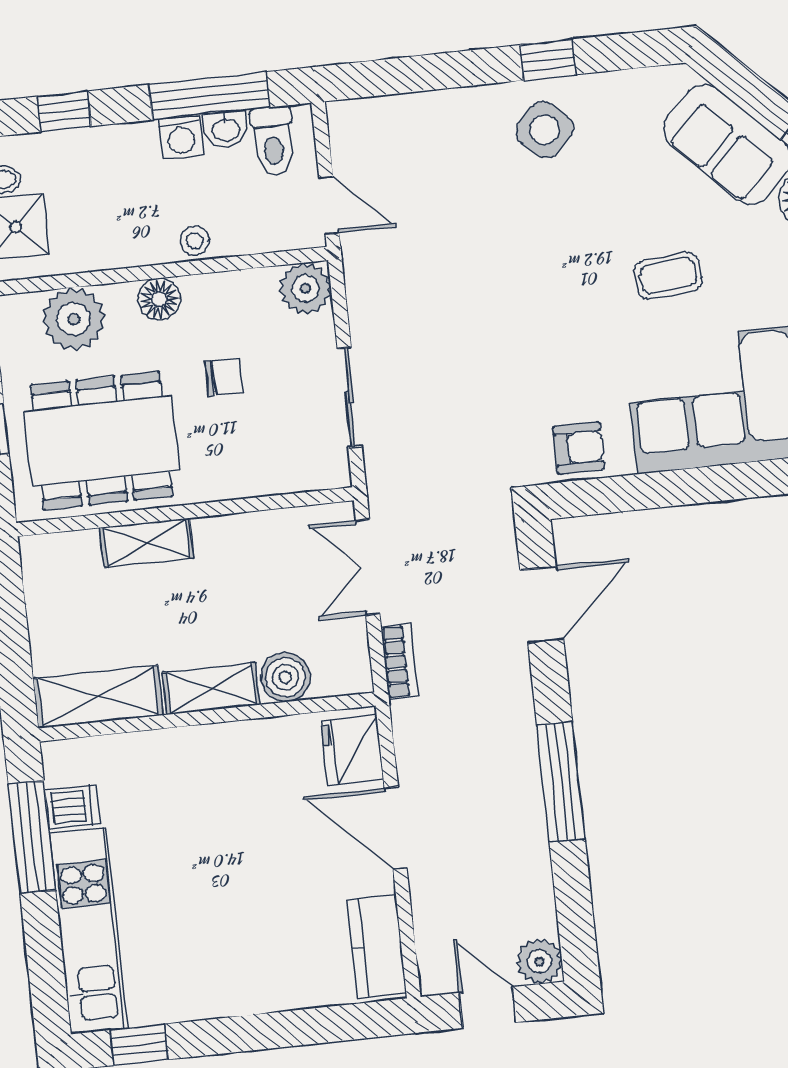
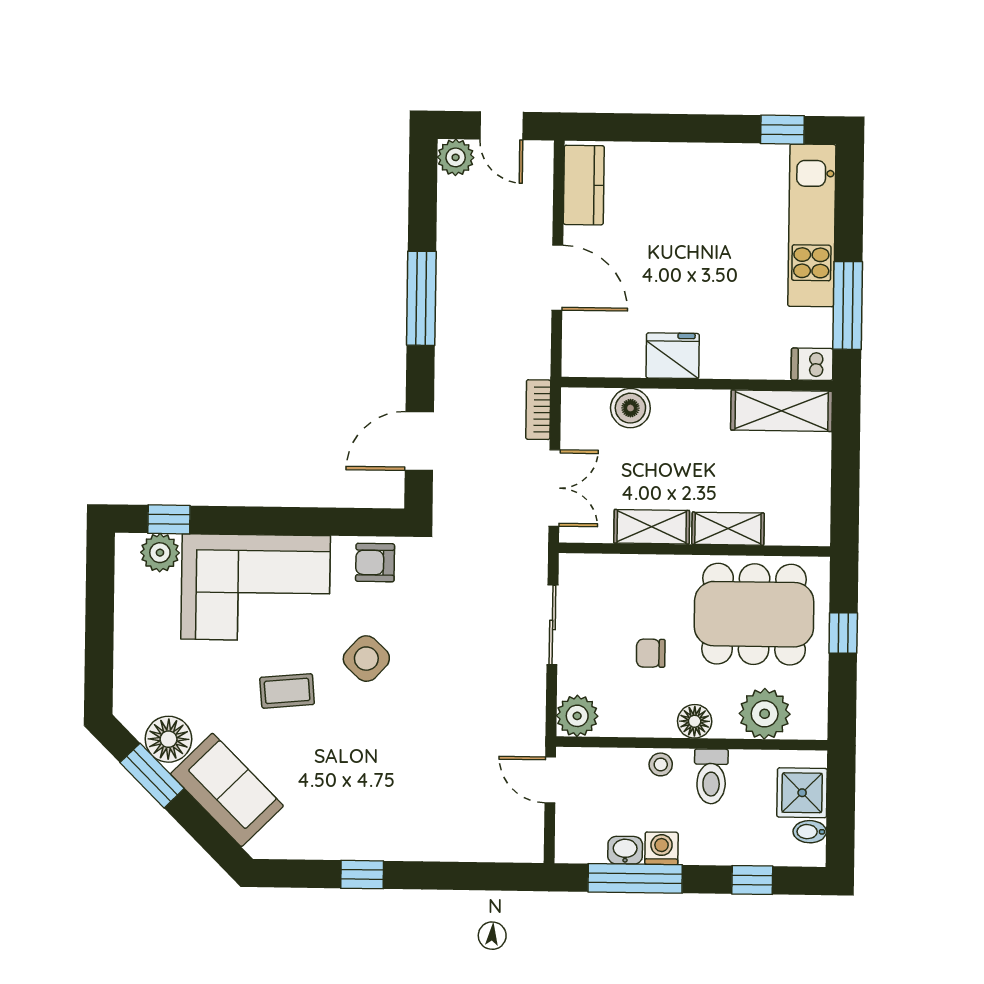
side table: (545, 130) -> (366, 659), moved
toilet: (273, 141) -> (711, 776), moved, turned 180
shelving: (211, 689) -> (652, 527), moved
fridge: (352, 750) -> (673, 356), moved, turned -90
dishwasher: (72, 807) -> (812, 364), moved

